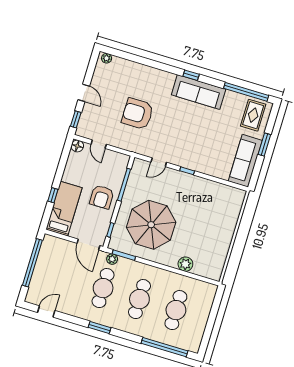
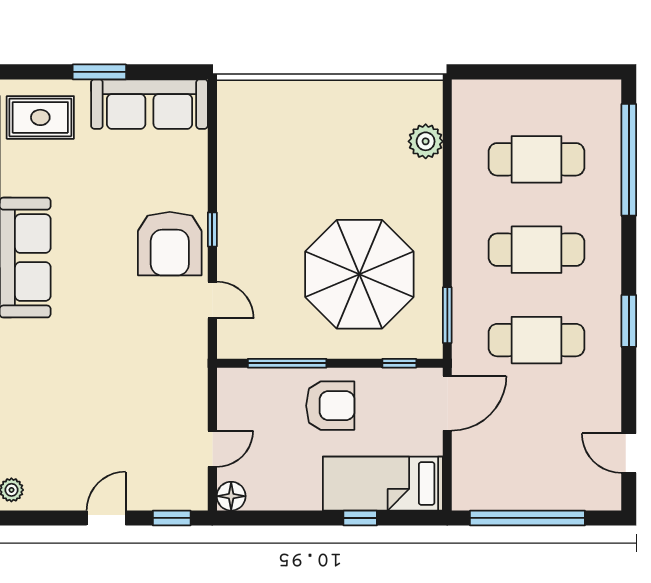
armchair: (138, 114) -> (170, 244), moved
plant: (112, 259) -> (464, 339), removed
plant: (185, 264) -> (426, 141), moved

